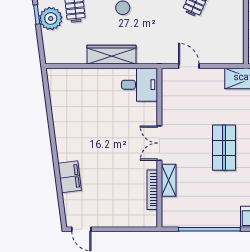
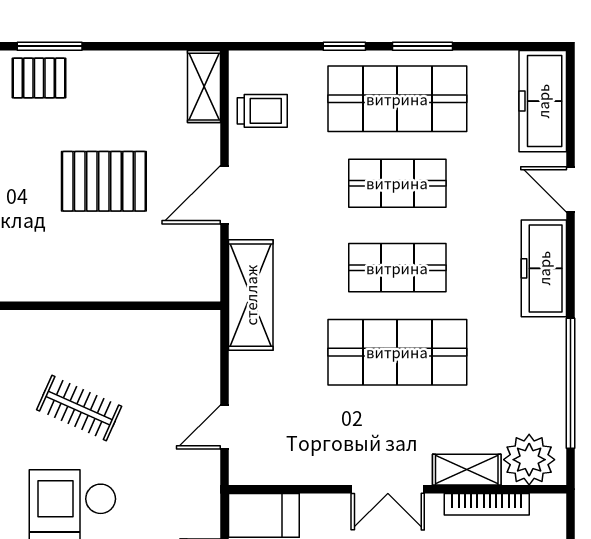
shop shelf: (224, 148) -> (397, 352), width x1.43, depth x1.36
plant: (173, 210) -> (529, 460), added

